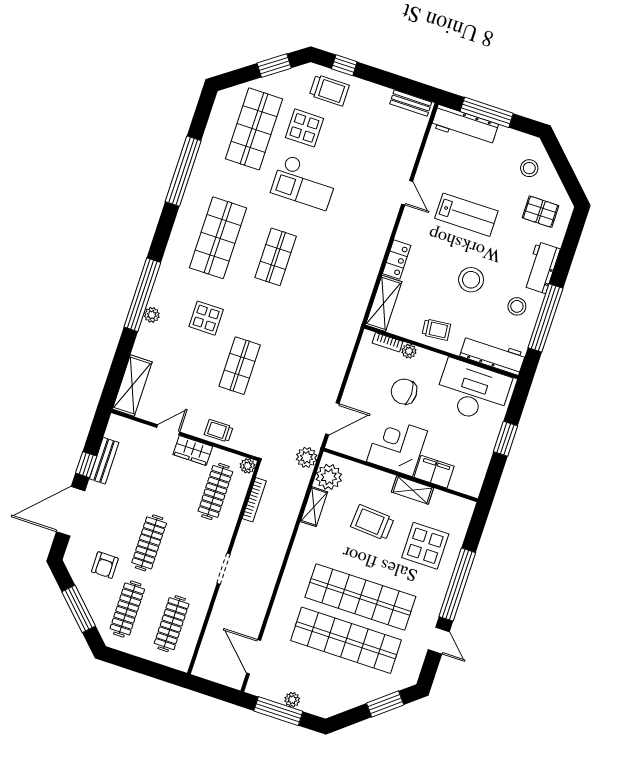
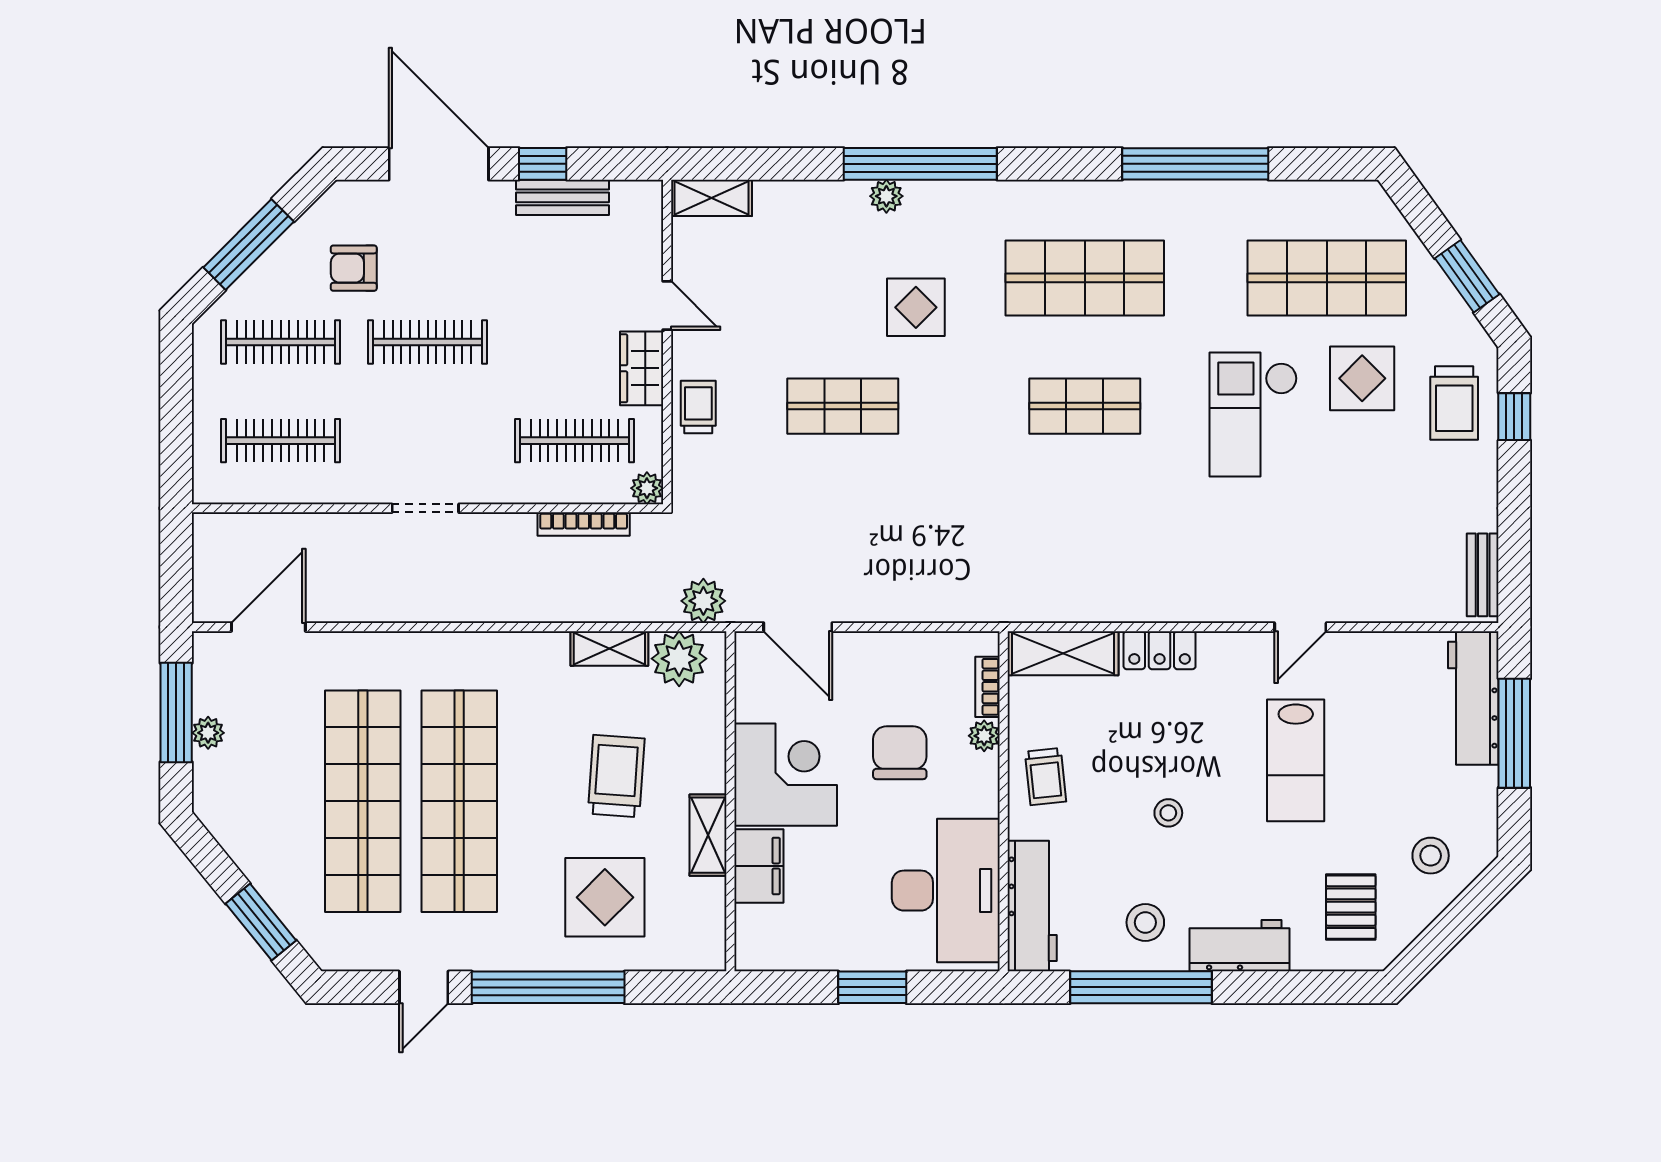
stool: (471, 280) -> (1168, 813), width x0.53, depth x0.53
shelving: (132, 386) -> (711, 198), width x0.67, depth x0.75

